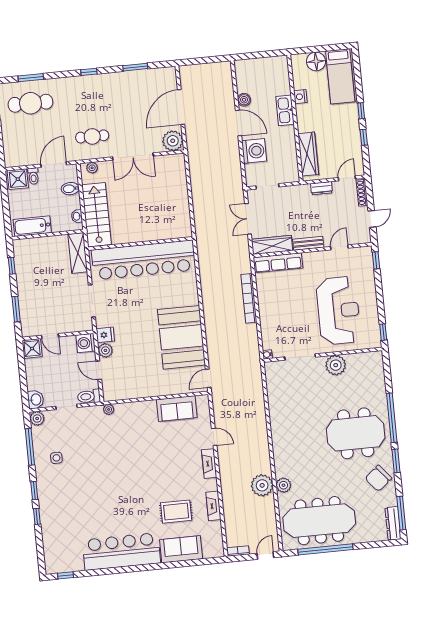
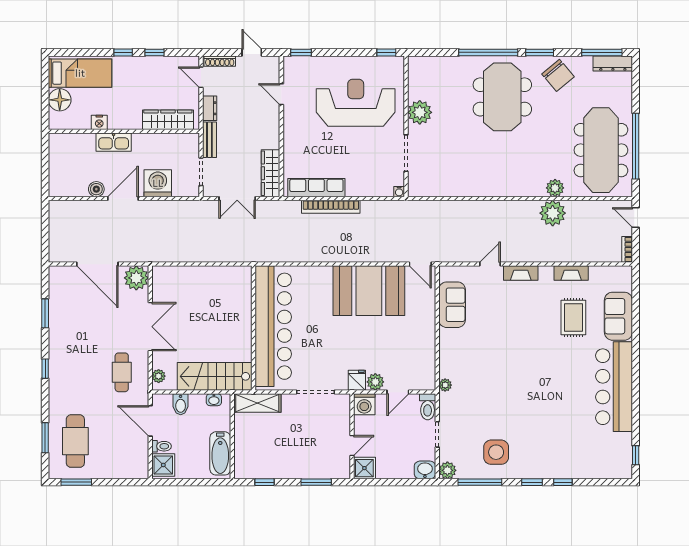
bench: (308, 243) -> (209, 140), moved
row of seats: (278, 263) -> (316, 188), moved, turned -90
side table: (56, 458) -> (496, 452), width x1.87, depth x1.87

